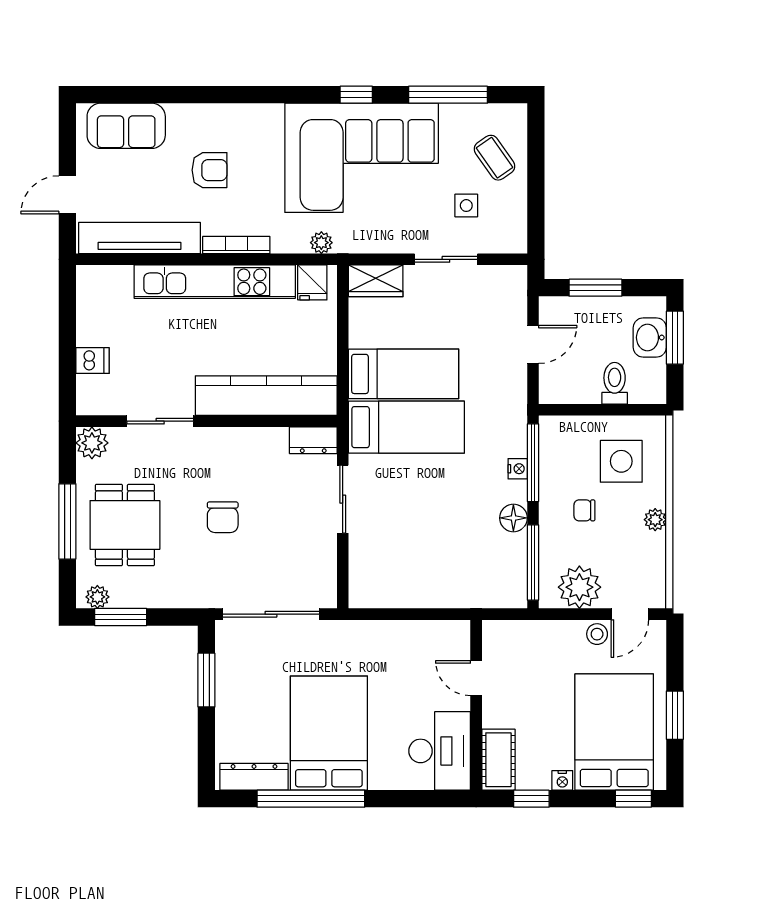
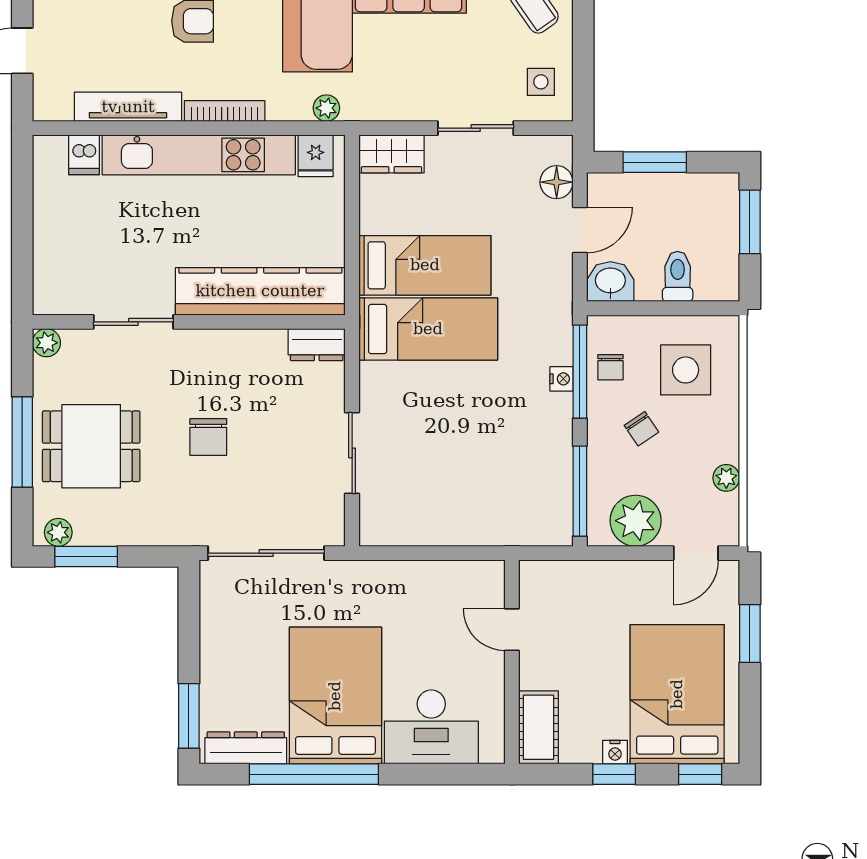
side table: (466, 206) -> (541, 82), moved
tv unit: (139, 238) -> (128, 107), width x0.73, depth x0.78
washbasin: (650, 337) -> (610, 282), moved, turned 90
dishwasher: (93, 361) -> (84, 155), moved, turned 90
plant: (92, 443) -> (46, 343), width x0.73, depth x0.73
chair: (558, 459) -> (610, 367), added
sliding door: (343, 499) -> (352, 453), moved
chair: (584, 510) -> (641, 429), turned -124
floor lamp: (513, 518) -> (557, 182), moved
plant: (655, 520) -> (726, 478), moved
dining table: (125, 525) -> (91, 446), turned 90
stool: (597, 634) -> (657, 577), removed
window: (206, 680) -> (189, 716), moved
window: (675, 715) -> (750, 633), moved
desk: (440, 751) -> (431, 727), moved, turned 90
window: (531, 799) -> (614, 774), moved

